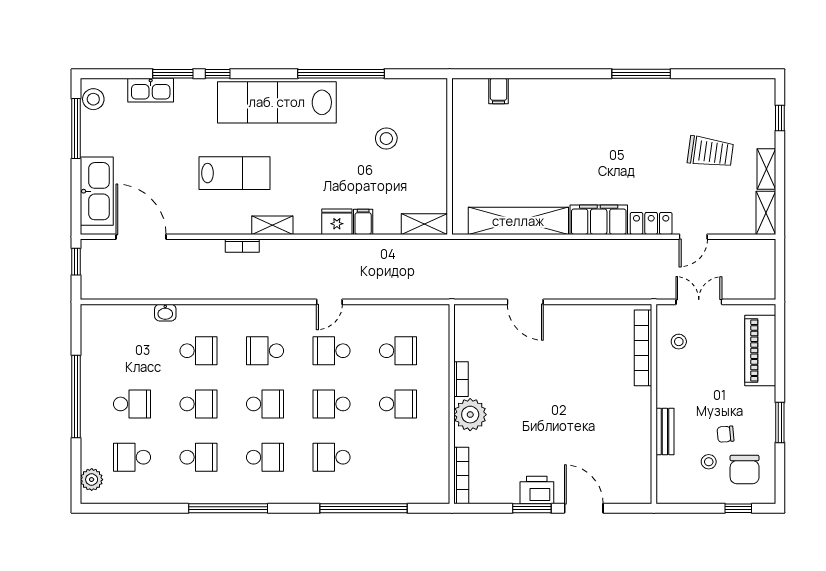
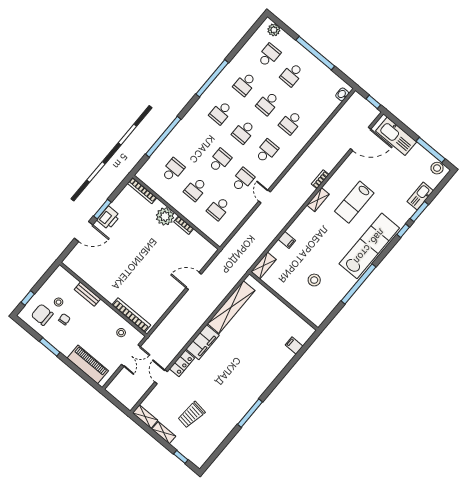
fridge: (337, 222) -> (296, 229), removed
washbasin: (165, 313) -> (342, 94), moved
school desk: (331, 457) -> (173, 170), moved

